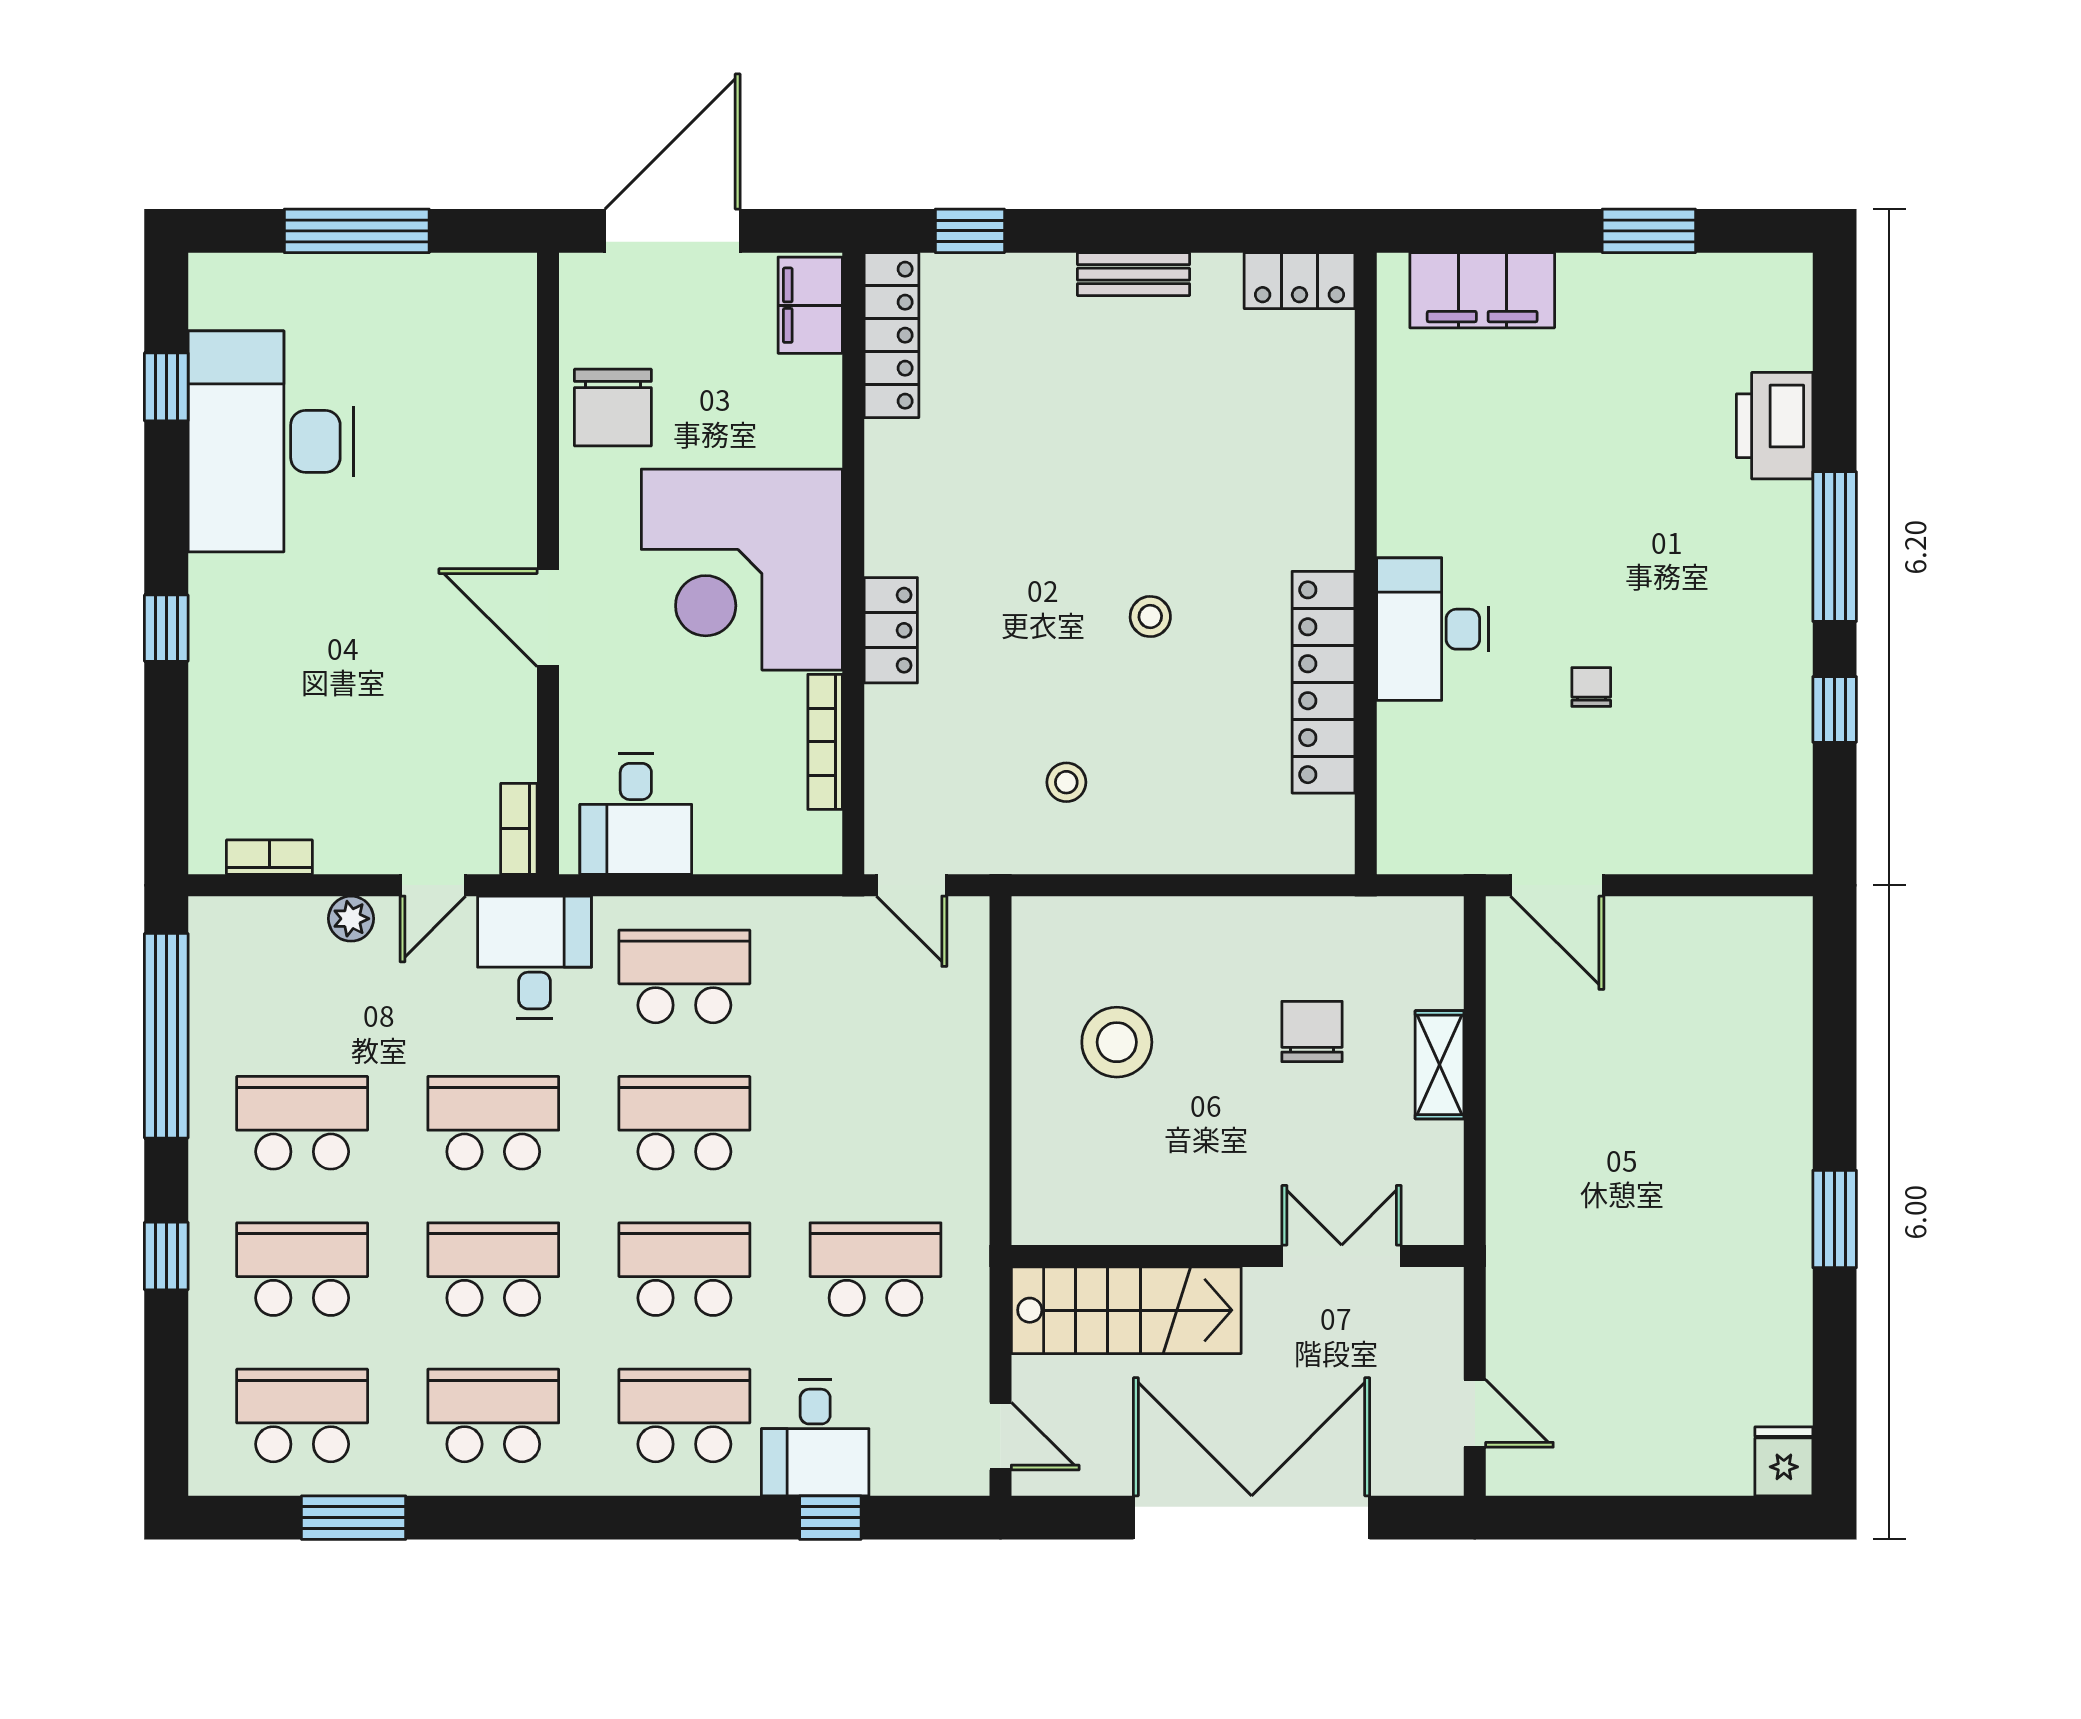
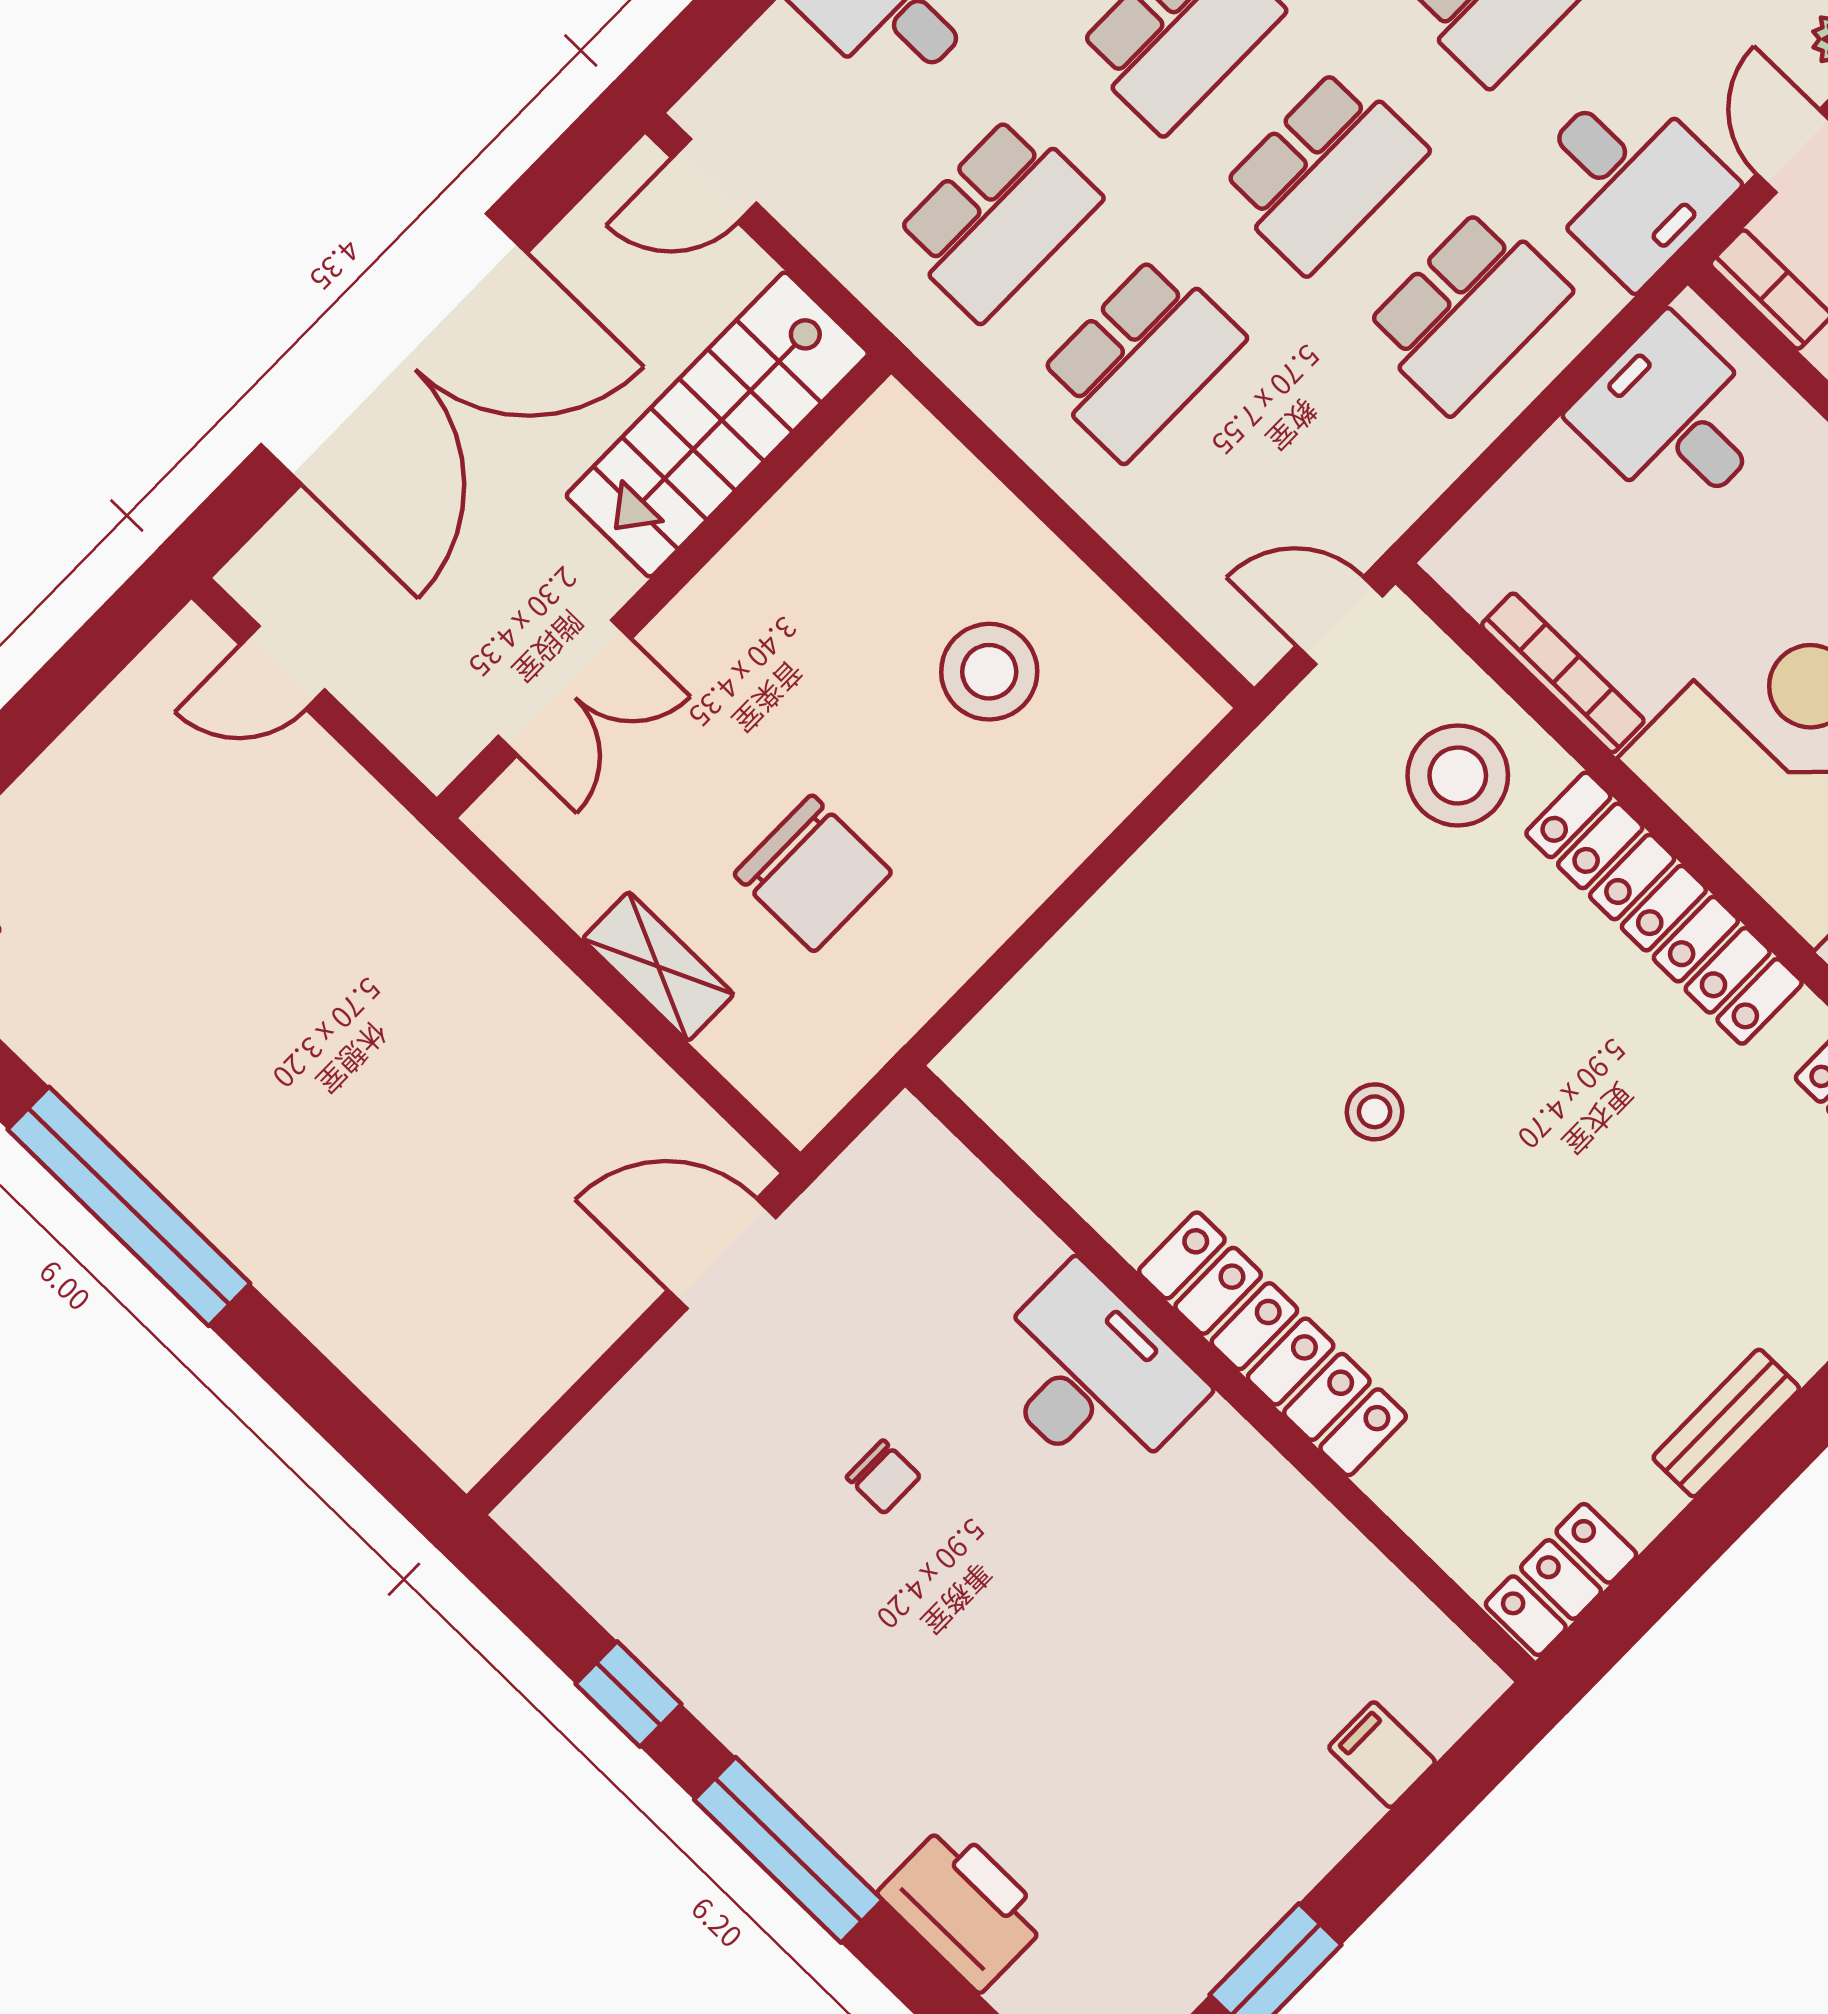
filing cabinet: (1482, 290) -> (1382, 1755), width x0.33, depth x0.86
locker: (891, 630) -> (1664, 908), width x2.16, depth x1.21
locker: (1323, 682) -> (1273, 1344), moved
stool: (1066, 782) -> (1458, 775), moved, width x1.89, depth x1.89
chair: (1312, 1032) -> (813, 873), width x1.37, depth x1.37
school desk: (875, 1123) -> (1141, 358), added
window: (1835, 1219) -> (129, 1206), width x2.11

